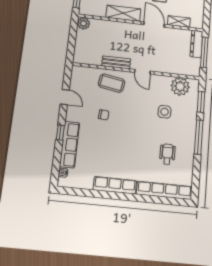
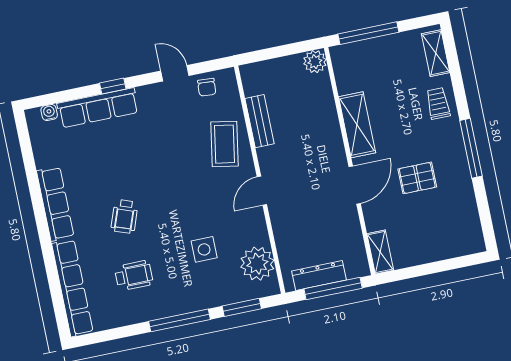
shelving: (179, 21) -> (380, 252), moved
dresser: (196, 44) -> (319, 276), moved
bench: (116, 62) -> (260, 121), moved
door: (65, 97) -> (175, 73), swing flipped
chair: (104, 115) -> (207, 87), moved
wheelchair: (134, 149) -> (124, 216), added

